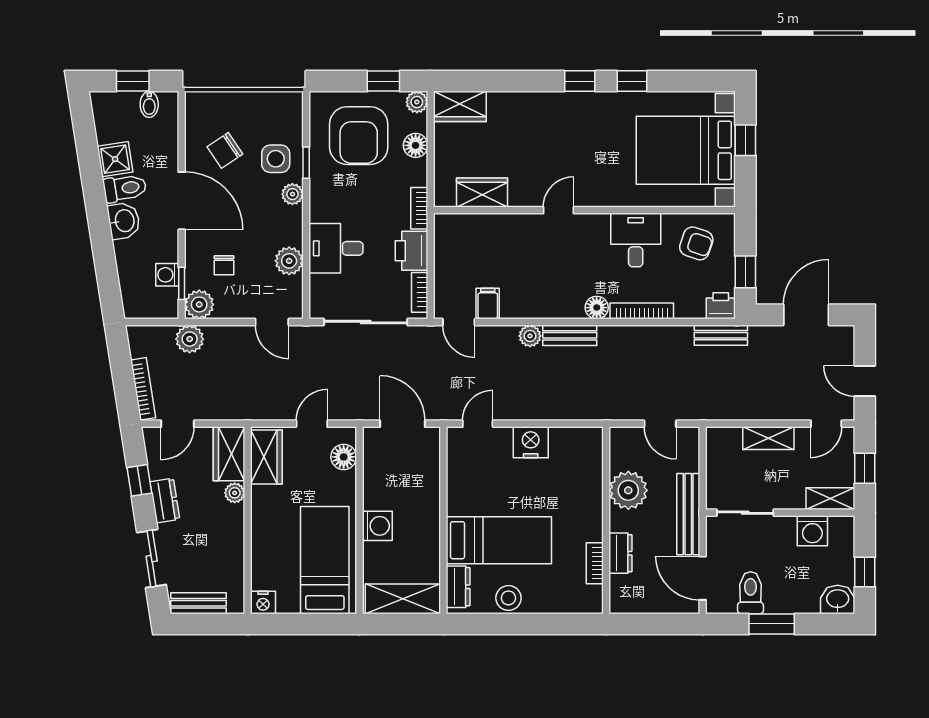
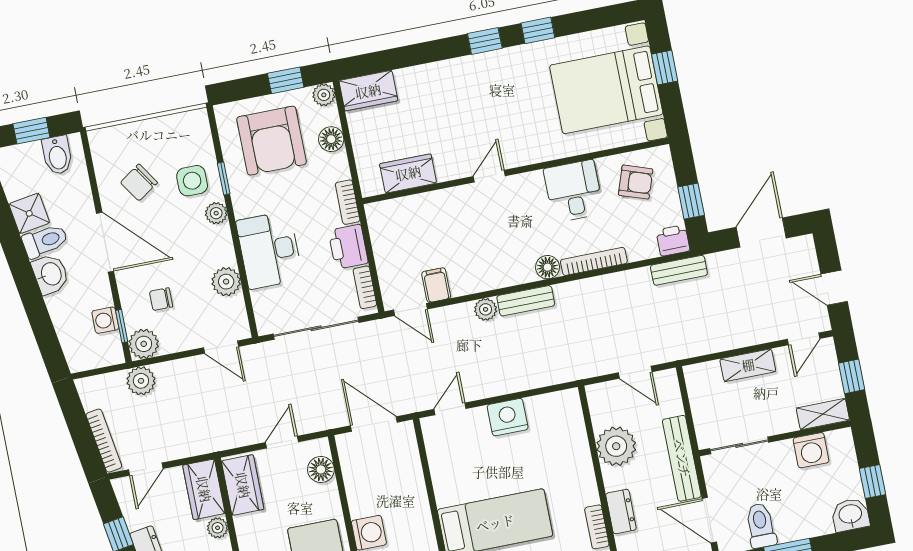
bidet: (149, 104) -> (57, 155), width x1.38, depth x1.36
desk: (336, 248) -> (269, 250), width x1.37
chair: (224, 265) -> (161, 299), turned 90

